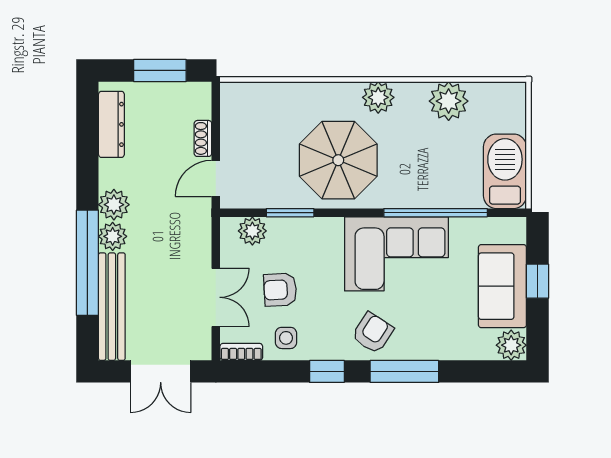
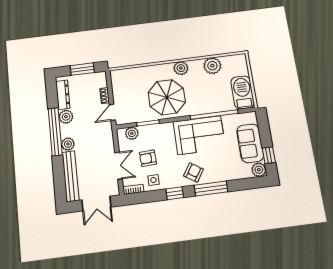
plant: (114, 205) -> (66, 117), moved
window: (87, 263) -> (55, 132), moved
window: (537, 281) -> (269, 155), moved

